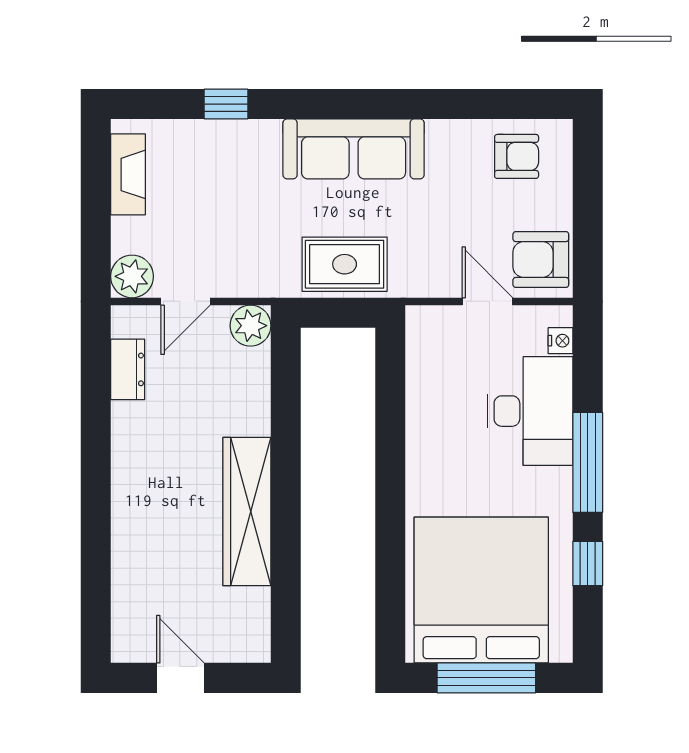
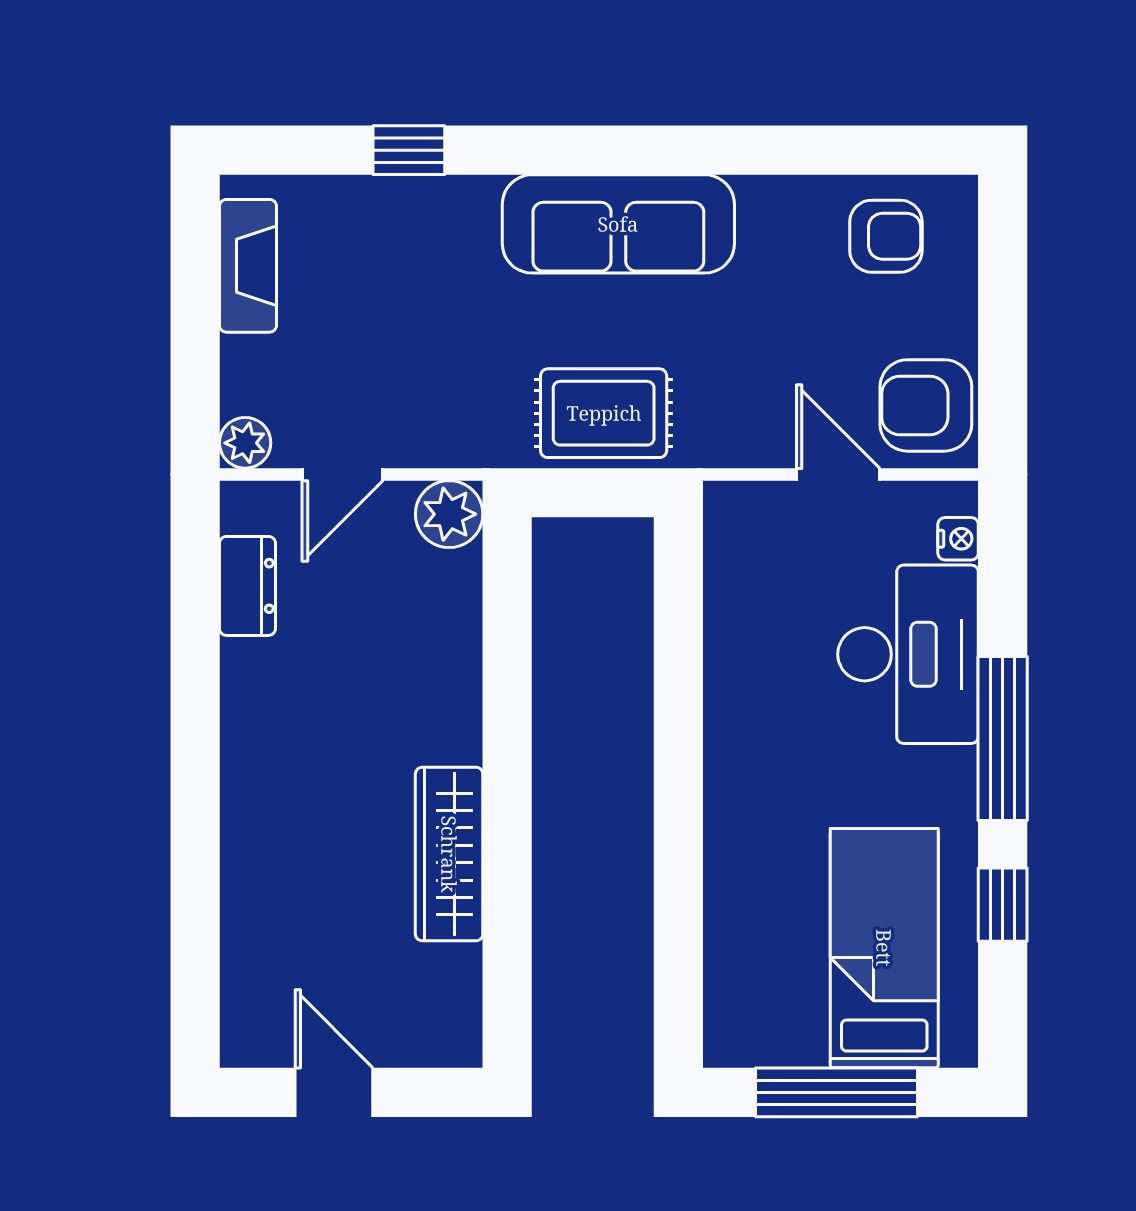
plant: (132, 276) -> (245, 443), width x0.73, depth x0.73
wardrobe: (247, 512) -> (449, 854), width x0.71, depth x0.85
bed: (481, 590) -> (884, 948), width x0.49

